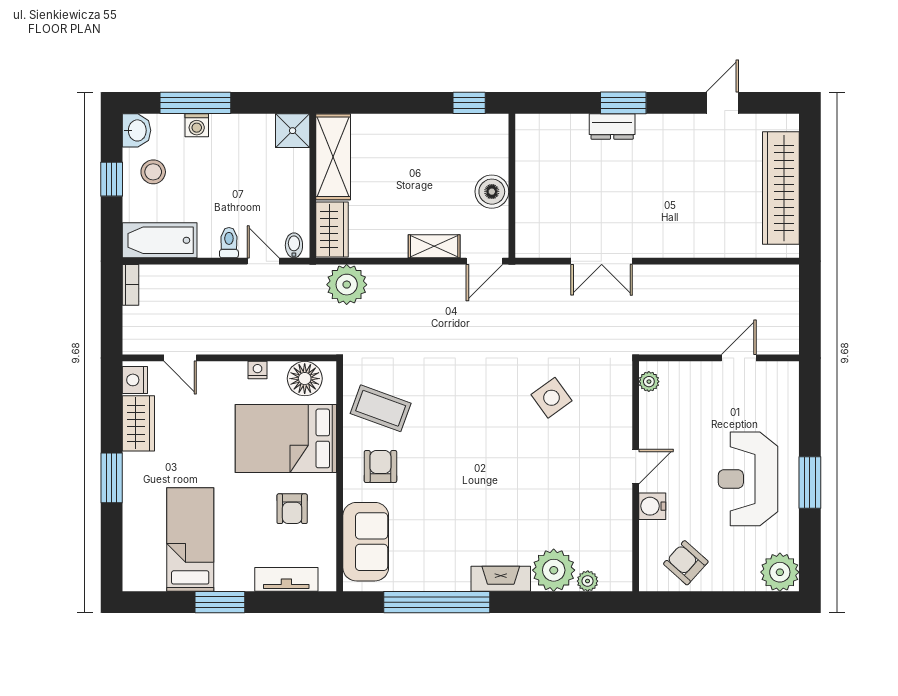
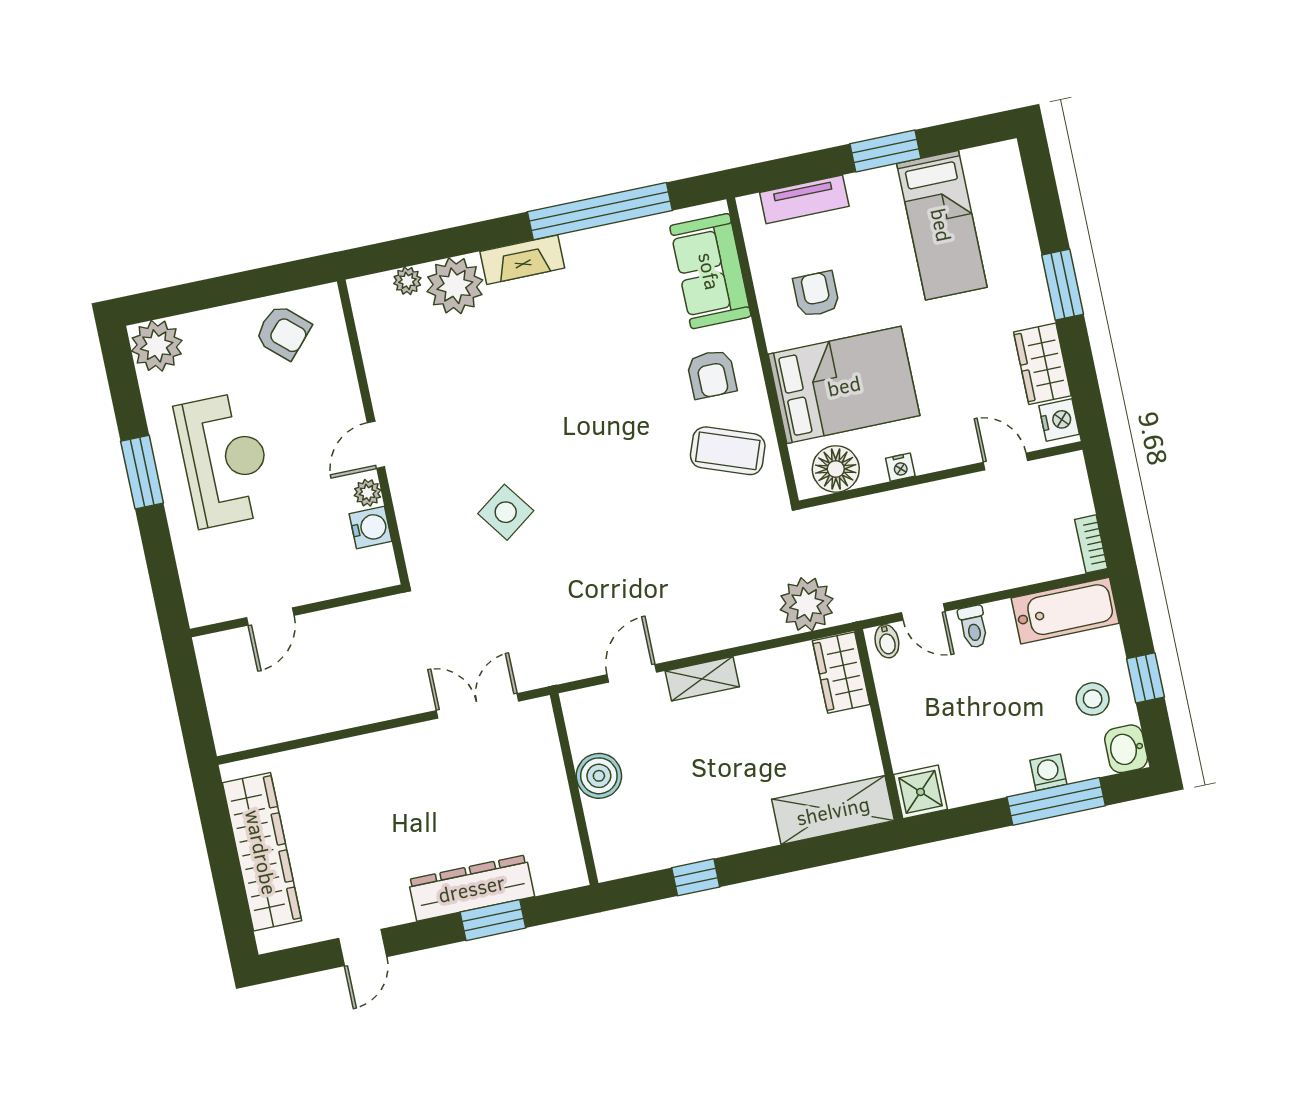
dresser: (612, 127) -> (471, 888), width x1.96, depth x1.24
shelving: (333, 157) -> (833, 810), moved, turned 90
wall: (512, 186) -> (574, 789), moved
boiler: (492, 192) -> (599, 776), moved
plant: (649, 382) -> (368, 493), moved
water cooler: (652, 506) -> (371, 528), moved

